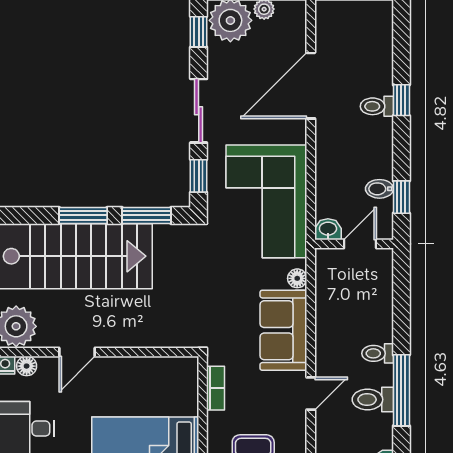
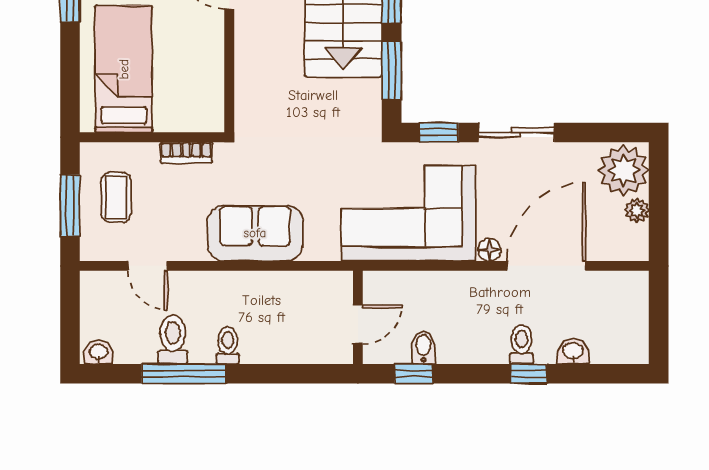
window: (199, 32) -> (610, 132), removed
door: (311, 86) -> (546, 266), hinge flipped
washbasin: (328, 229) -> (573, 351), moved, turned -90
door: (360, 244) -> (358, 324), hinge flipped
floor lamp: (297, 278) -> (489, 250), moved
door: (311, 394) -> (148, 266), moved

